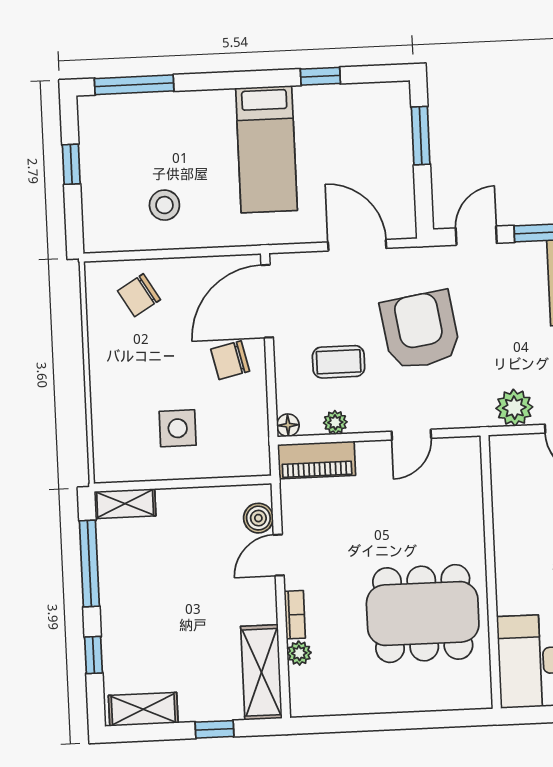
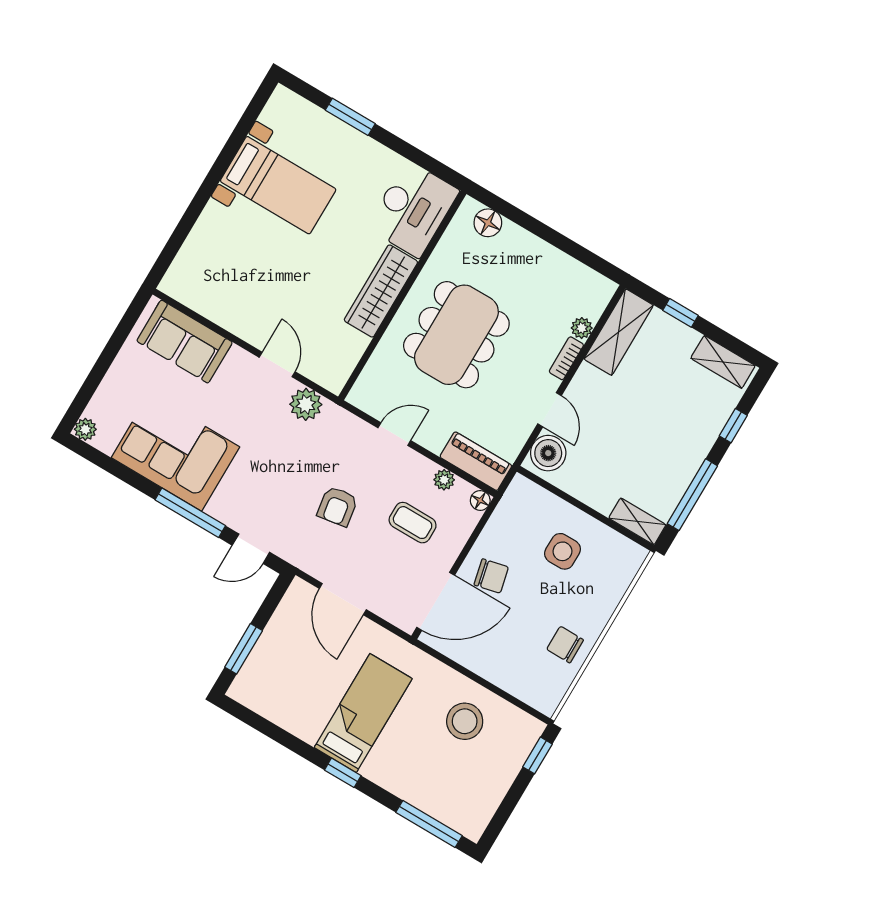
window: (320, 76) -> (343, 773), moved
window: (71, 164) -> (537, 755), moved
stool: (164, 205) -> (465, 721), width x1.38, depth x1.38
chair: (139, 295) -> (565, 645), moved, turned -149
armchair: (420, 330) -> (337, 506), width x0.53, depth x0.53
boiler: (258, 518) -> (548, 453), width x1.36, depth x1.36
door: (279, 555) -> (549, 410), hinge flipped
wardrobe: (514, 563) -> (381, 291), added
dining table: (423, 614) -> (456, 335), moved, turned 90
floor lamp: (454, 695) -> (488, 223), added

